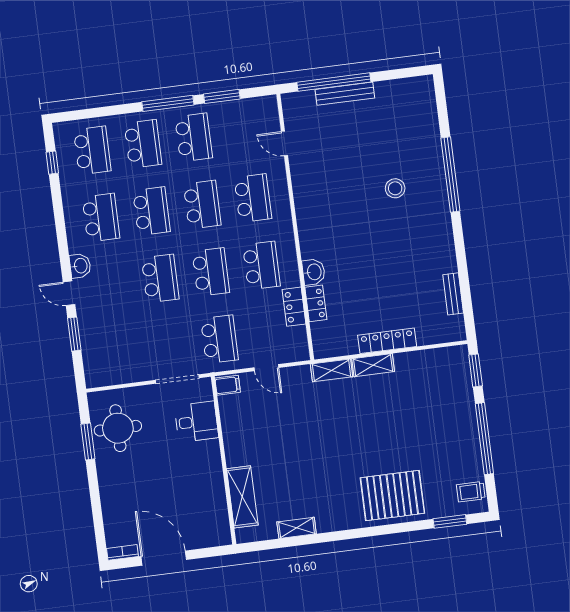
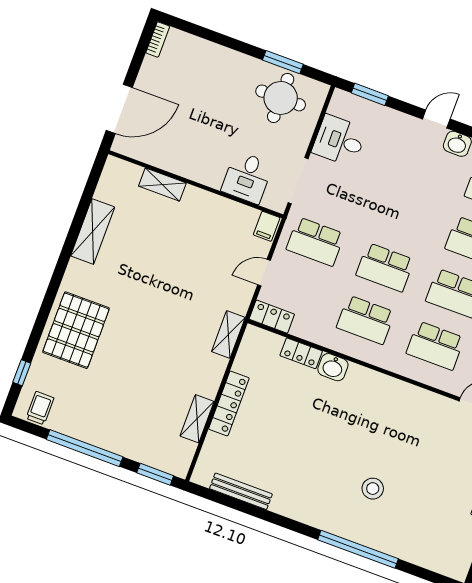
school desk: (160, 278) -> (404, 215), removed
bench: (453, 294) -> (241, 491), width x1.36
locker: (294, 307) -> (272, 317), moved
window: (74, 334) -> (370, 94), moved
desk: (127, 363) -> (339, 140), added
shelving: (373, 365) -> (197, 419), moved
shelving: (242, 497) -> (162, 185), width x0.67, depth x0.75
window: (450, 521) -> (22, 373), width x0.67
shelving: (297, 528) -> (93, 231), width x1.50, depth x1.33
door: (164, 558) -> (119, 109), moved

